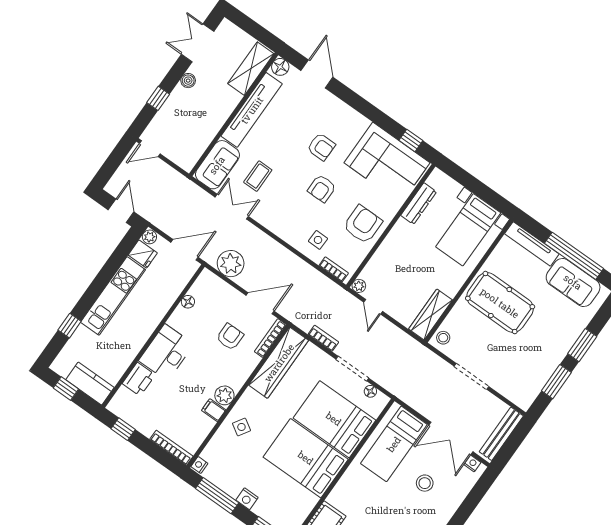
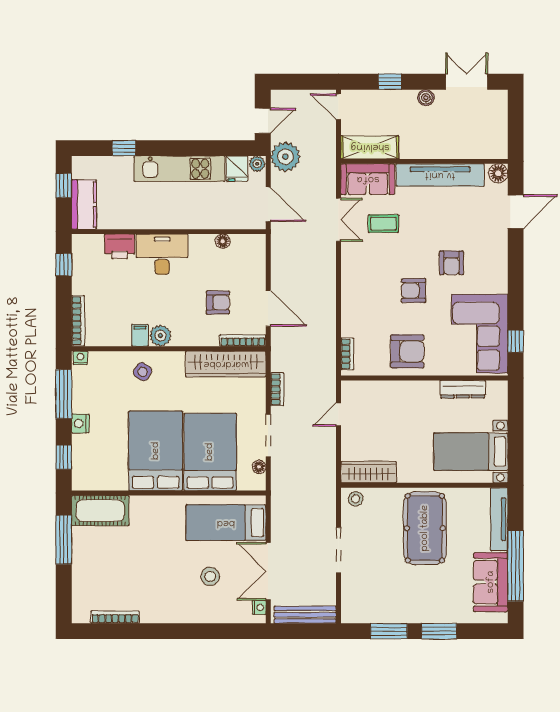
shelving: (251, 69) -> (370, 147), moved
side table: (318, 240) -> (364, 320), removed
plant: (231, 264) -> (285, 157), moved
plant: (359, 286) -> (348, 388), removed

